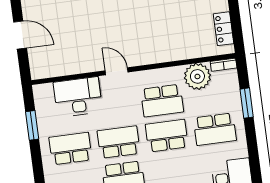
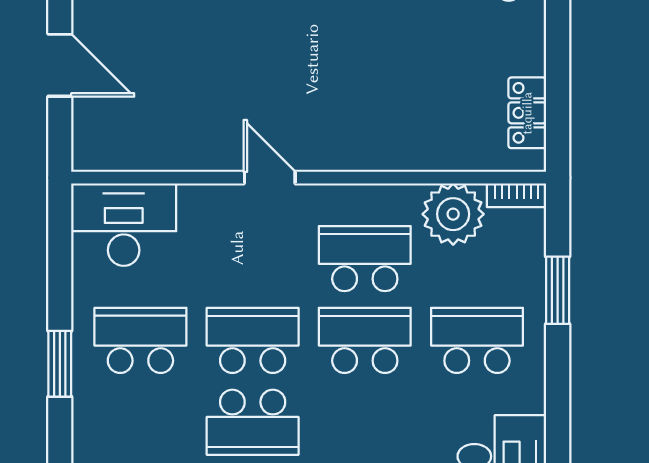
desk: (78, 97) -> (124, 225), moved
school desk: (162, 101) -> (365, 259), turned 180
window: (32, 125) -> (60, 364), moved
school desk: (215, 129) -> (477, 340), turned 180

